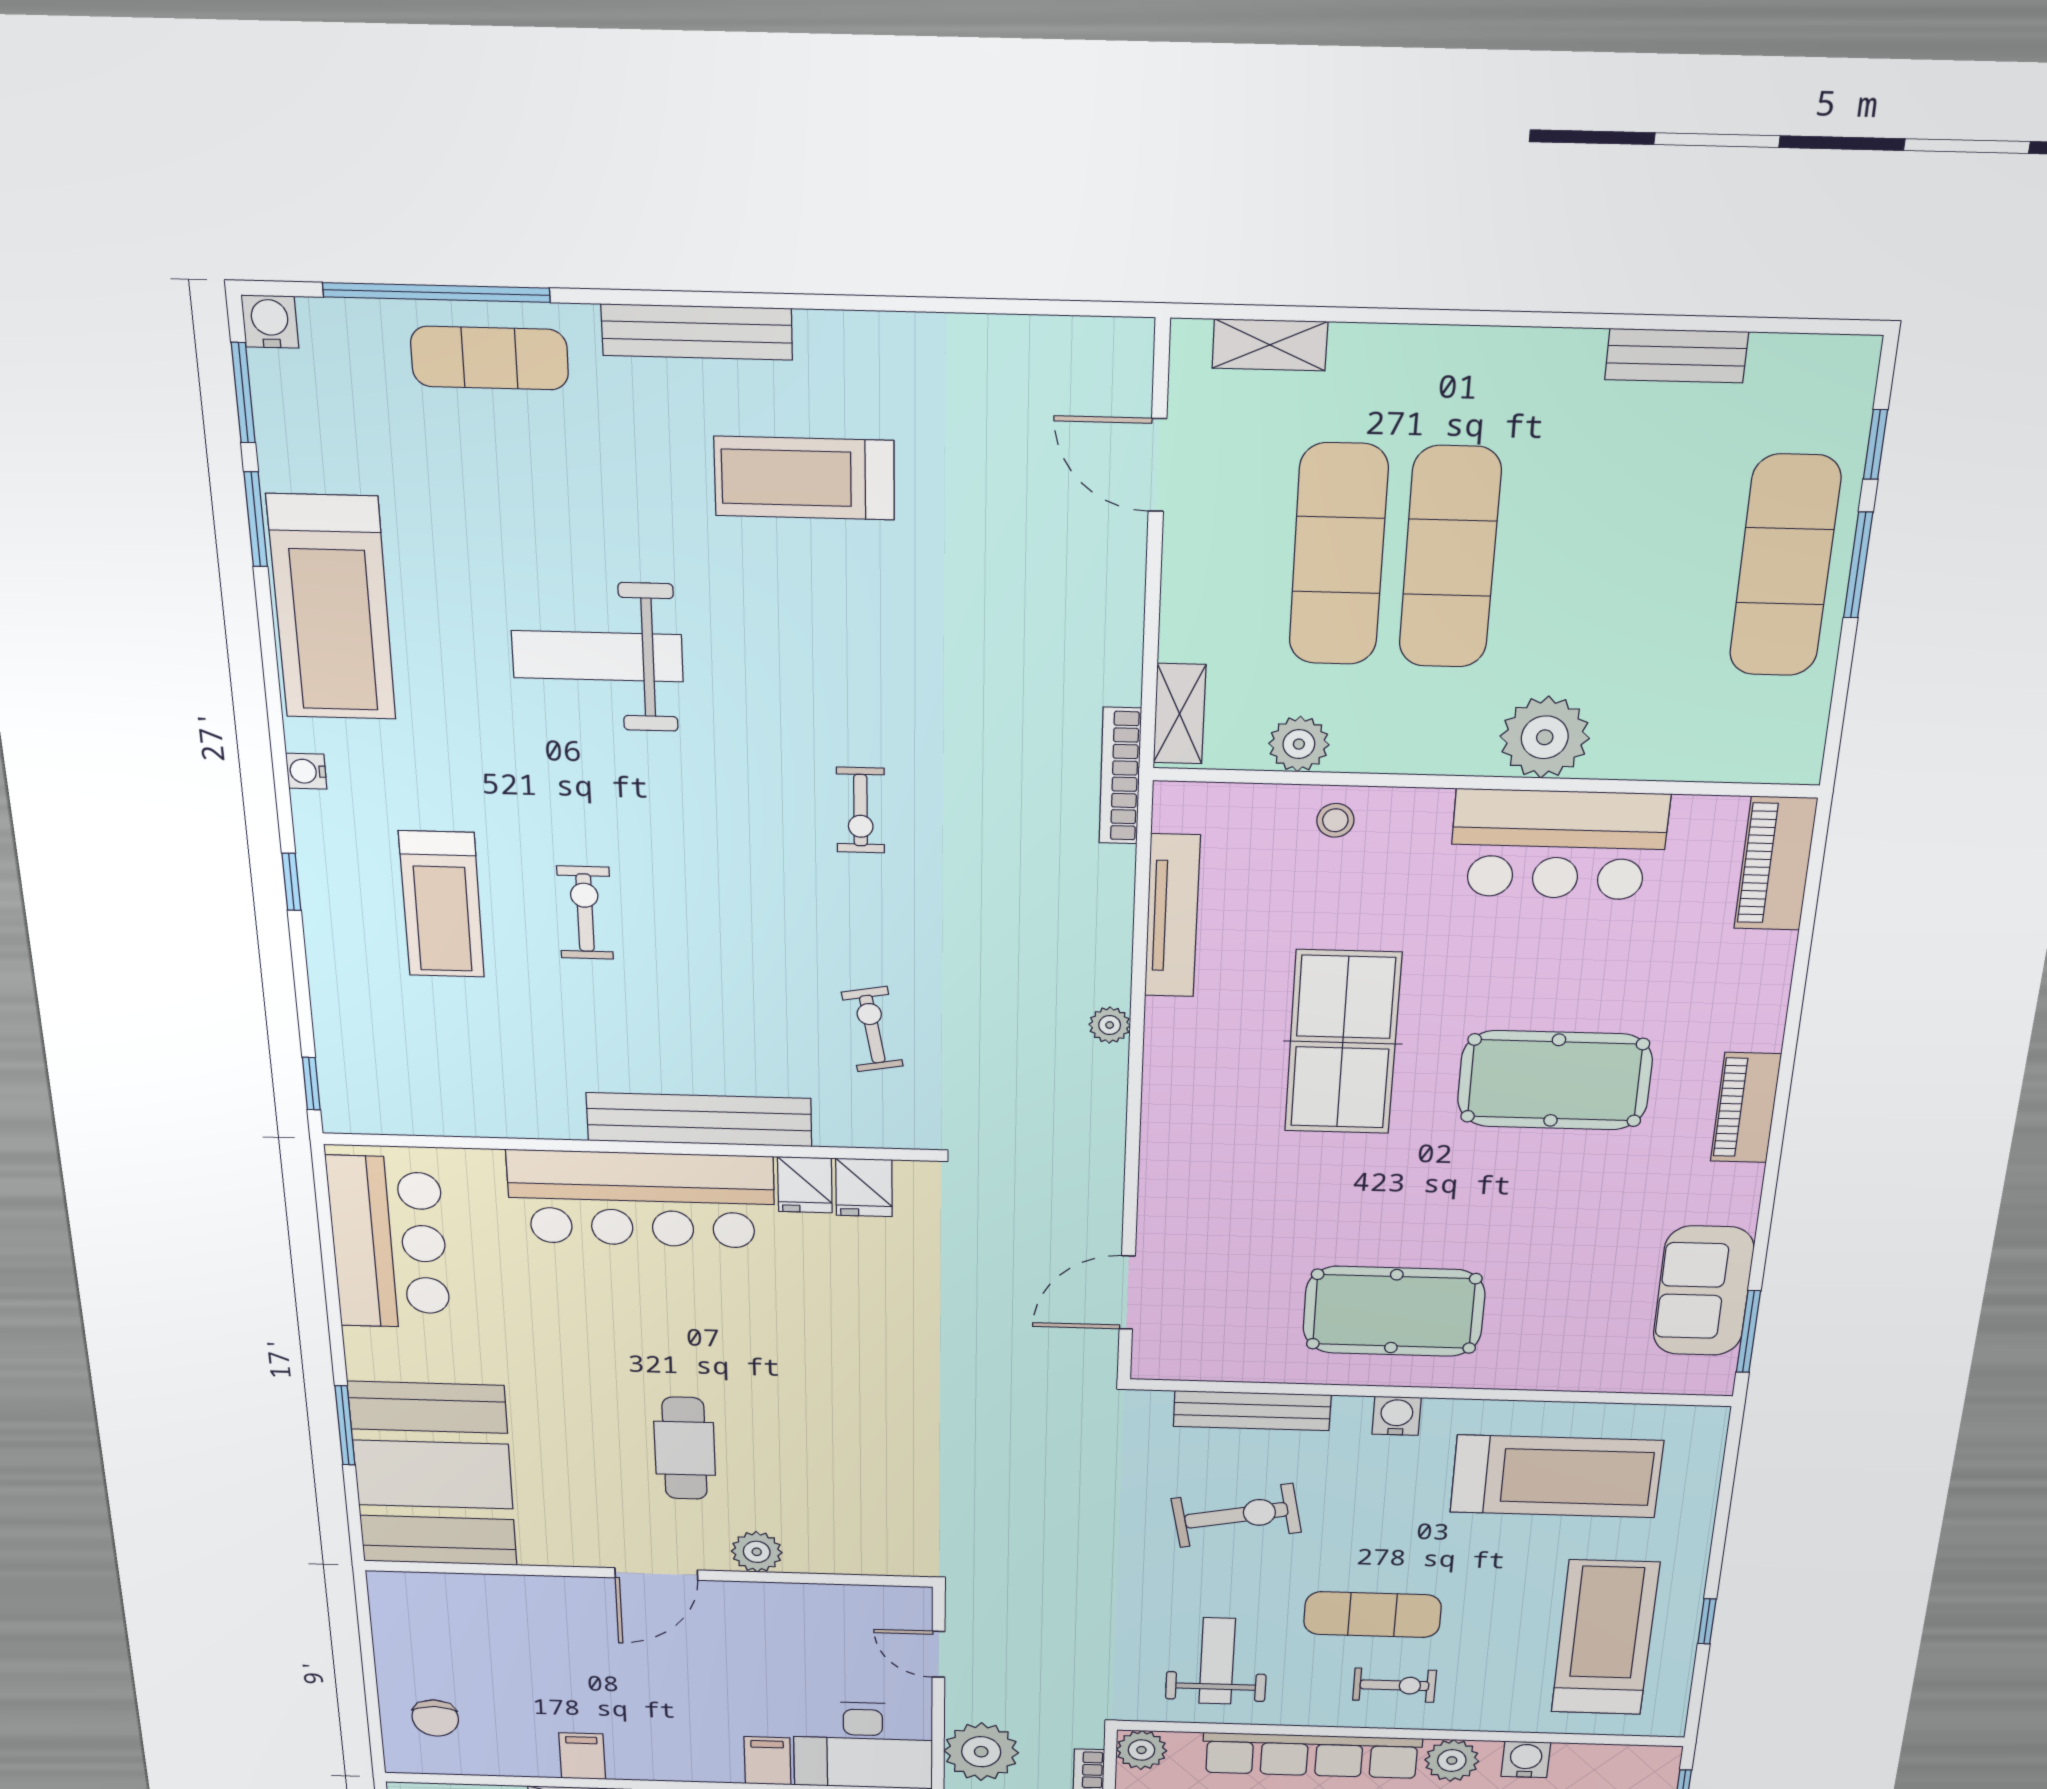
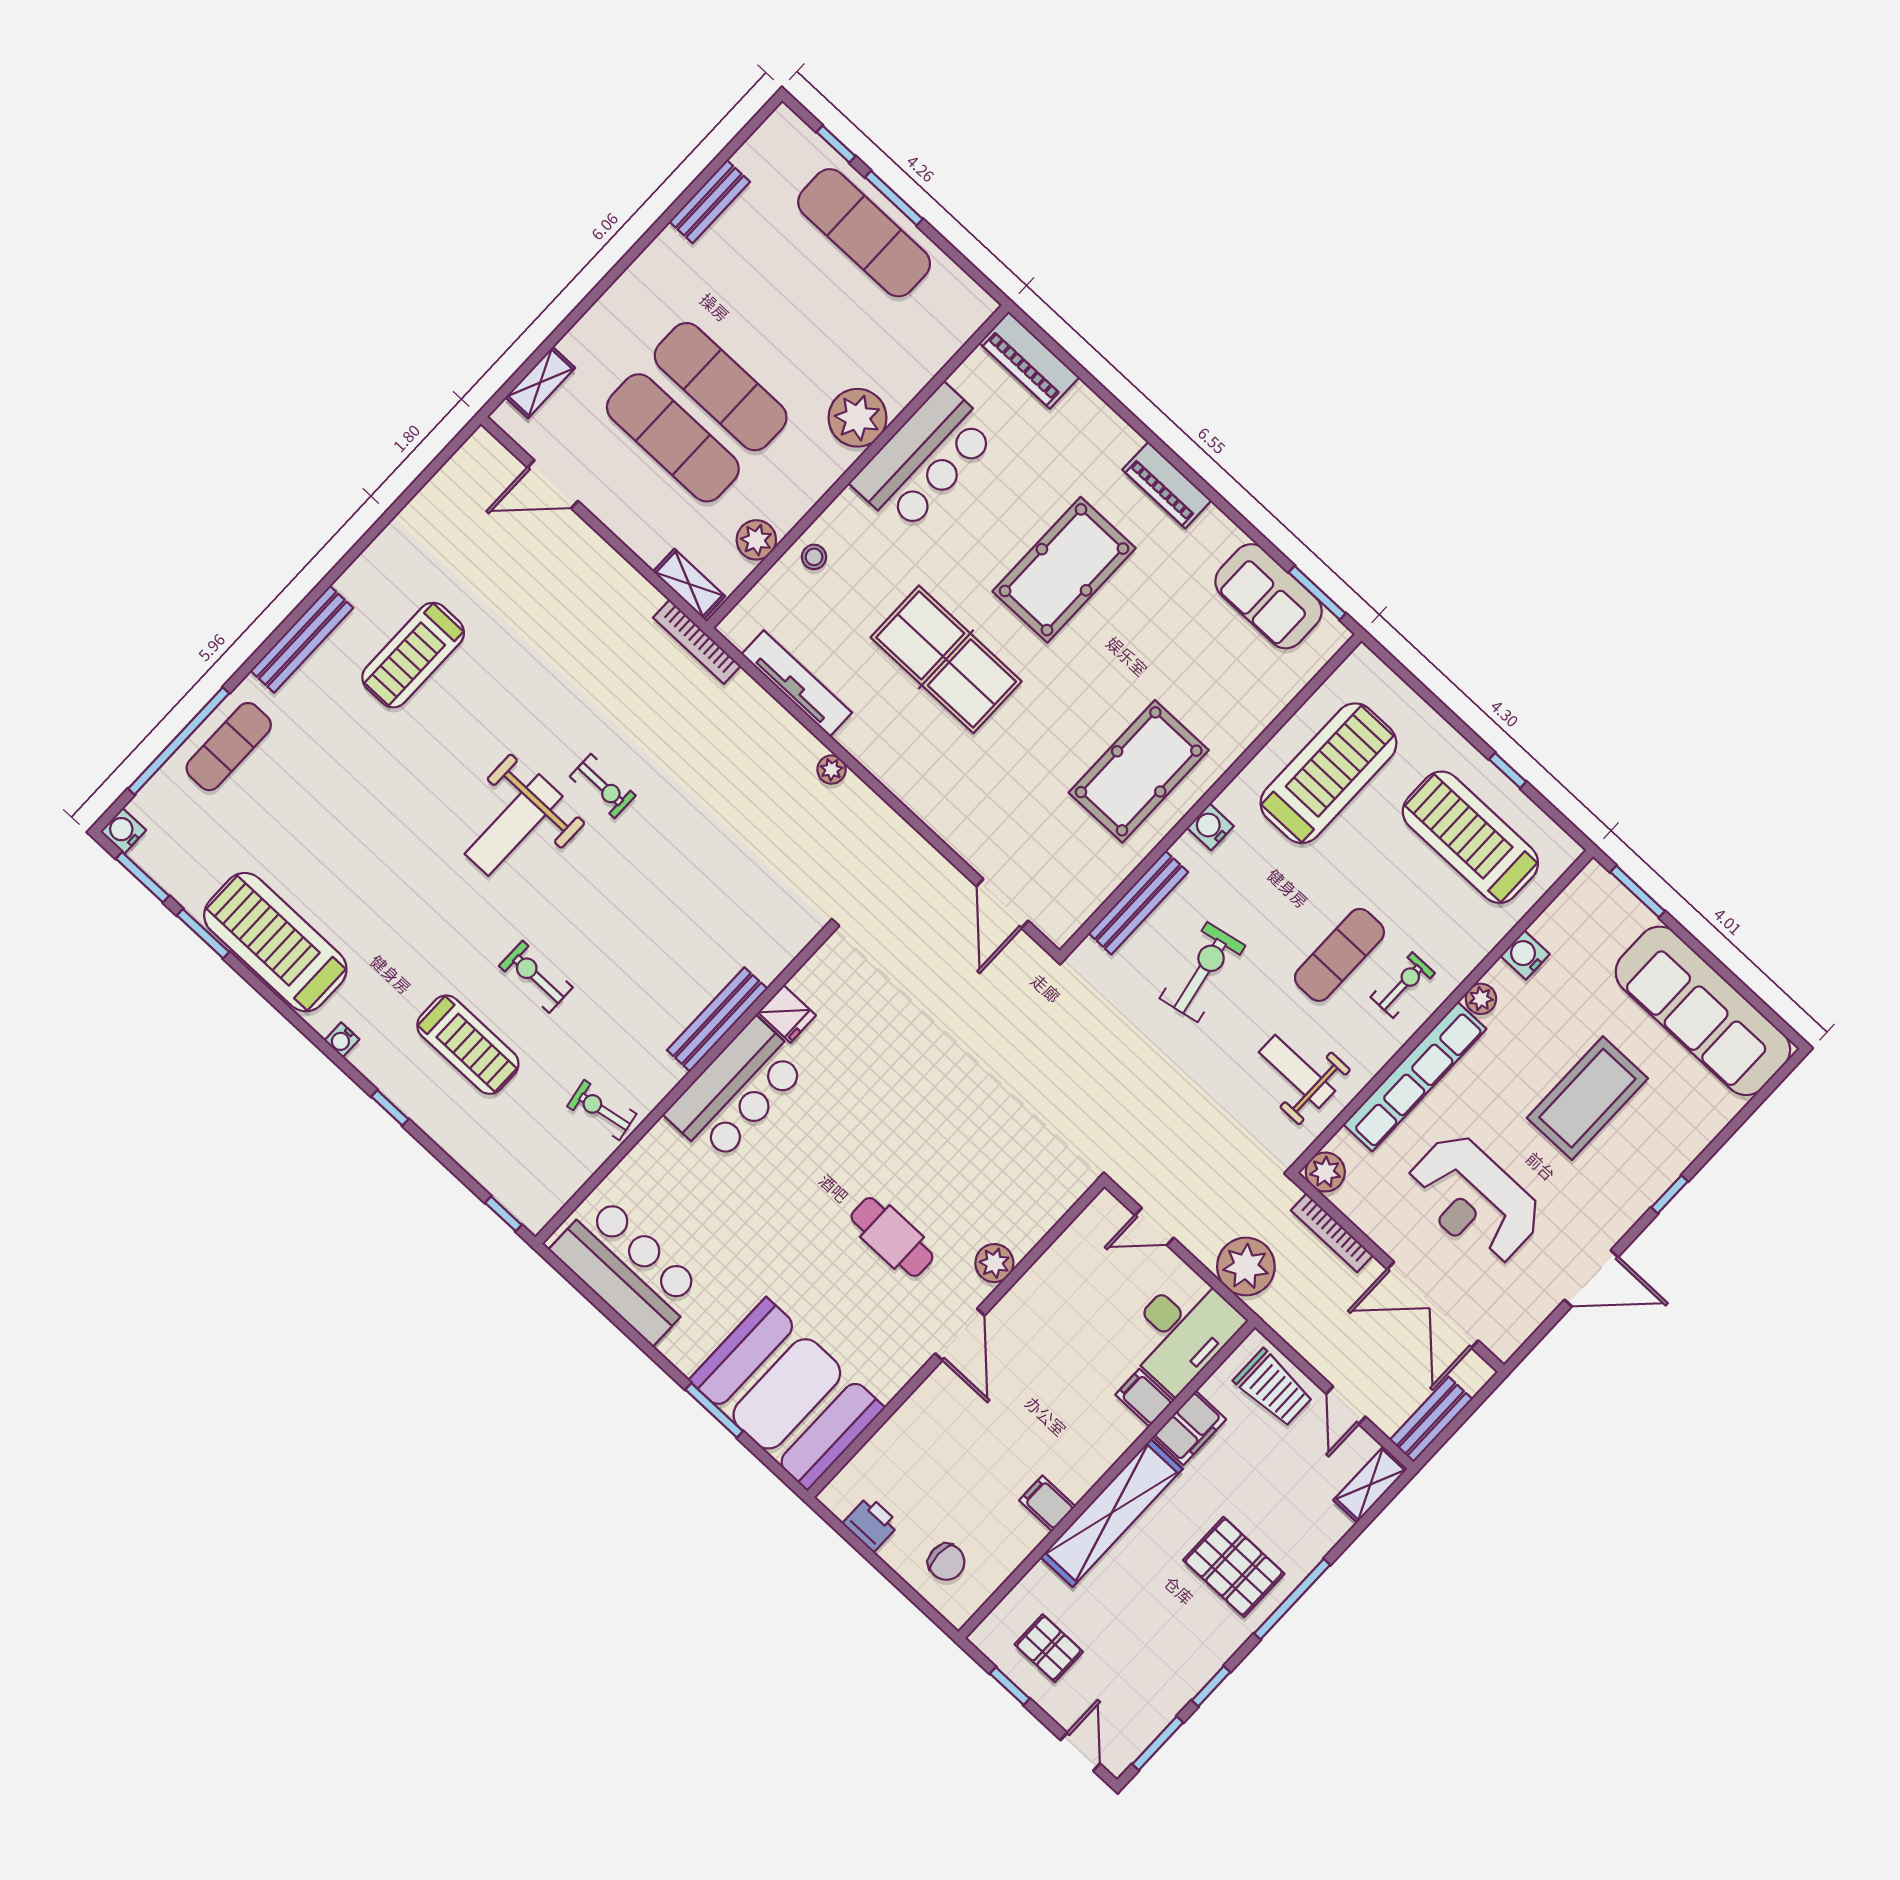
treadmill: (332, 608) -> (275, 942), turned 180
weight bench: (597, 656) -> (514, 825), moved
exercise bike: (872, 1029) -> (602, 1110), moved
bench: (699, 1120) -> (717, 1019), width x0.73, depth x0.82
fridge: (864, 1188) -> (816, 984), removed
bar counter: (641, 1199) -> (737, 1090), width x0.73
printer: (397, 1634) -> (871, 1524), added
plant: (1452, 1760) -> (1481, 999), width x0.73, depth x0.73

